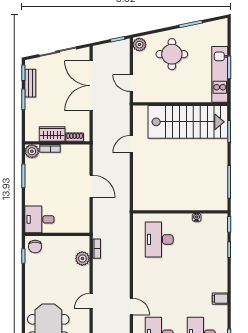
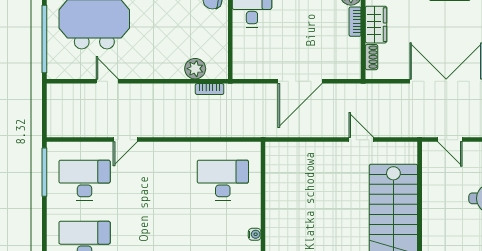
door: (131, 83) -> (450, 140), swing flipped
door: (91, 186) -> (300, 81), width x1.36
door: (91, 301) -> (107, 81), moved

